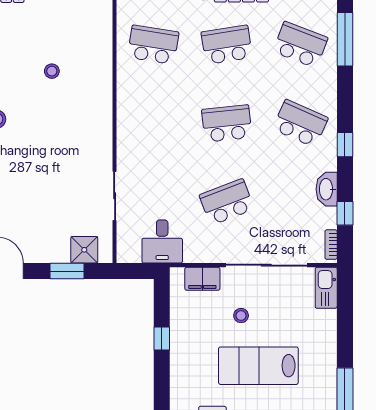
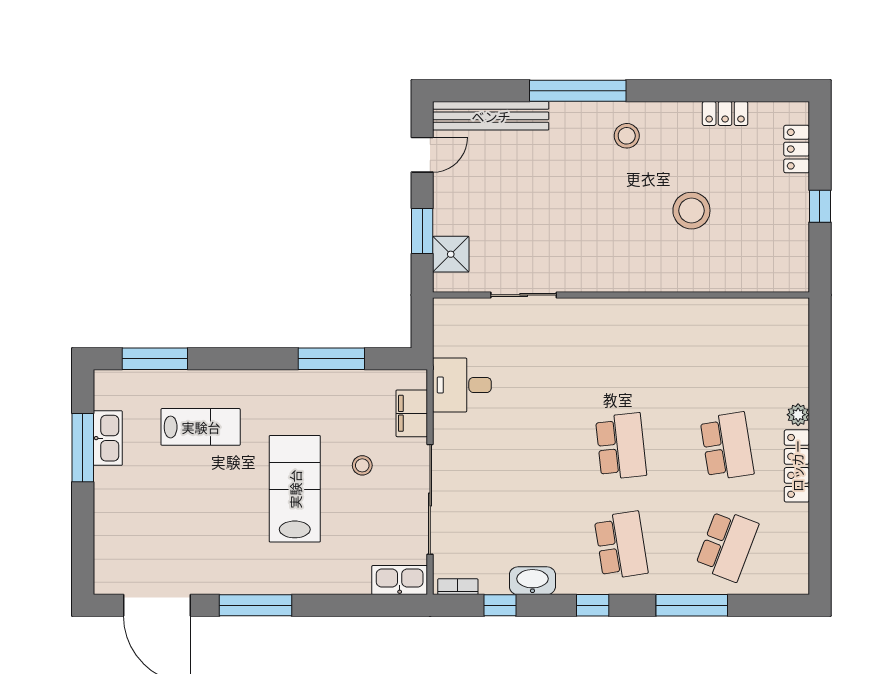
window: (345, 39) -> (692, 605), moved
school desk: (153, 45) -> (727, 347), removed
stool: (52, 71) -> (691, 211), width x1.89, depth x1.89
school desk: (300, 123) -> (621, 545), turned -33
school desk: (227, 202) -> (515, 446), removed
desk: (162, 242) -> (462, 385), moved
window: (162, 338) -> (331, 359), width x2.17

